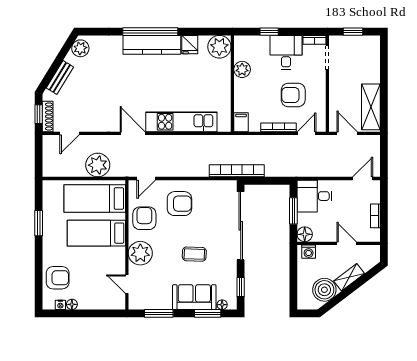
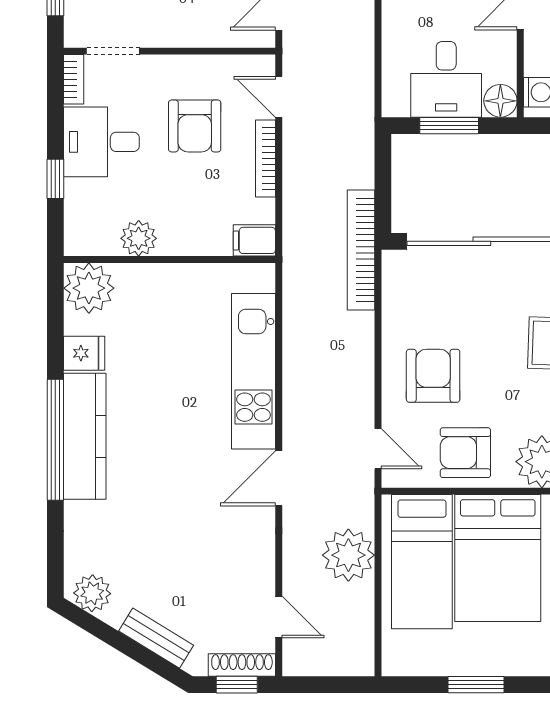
desk: (314, 196) -> (446, 79), moved
bed: (96, 233) -> (498, 558), width x1.50

